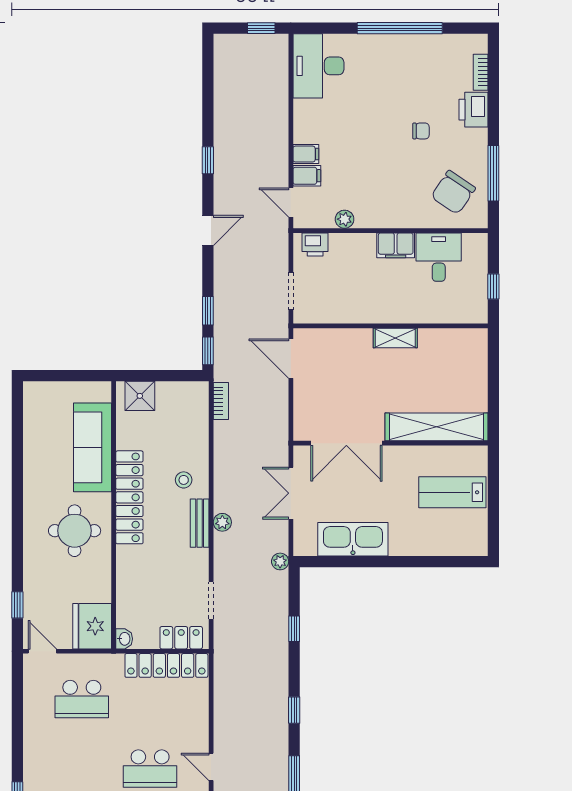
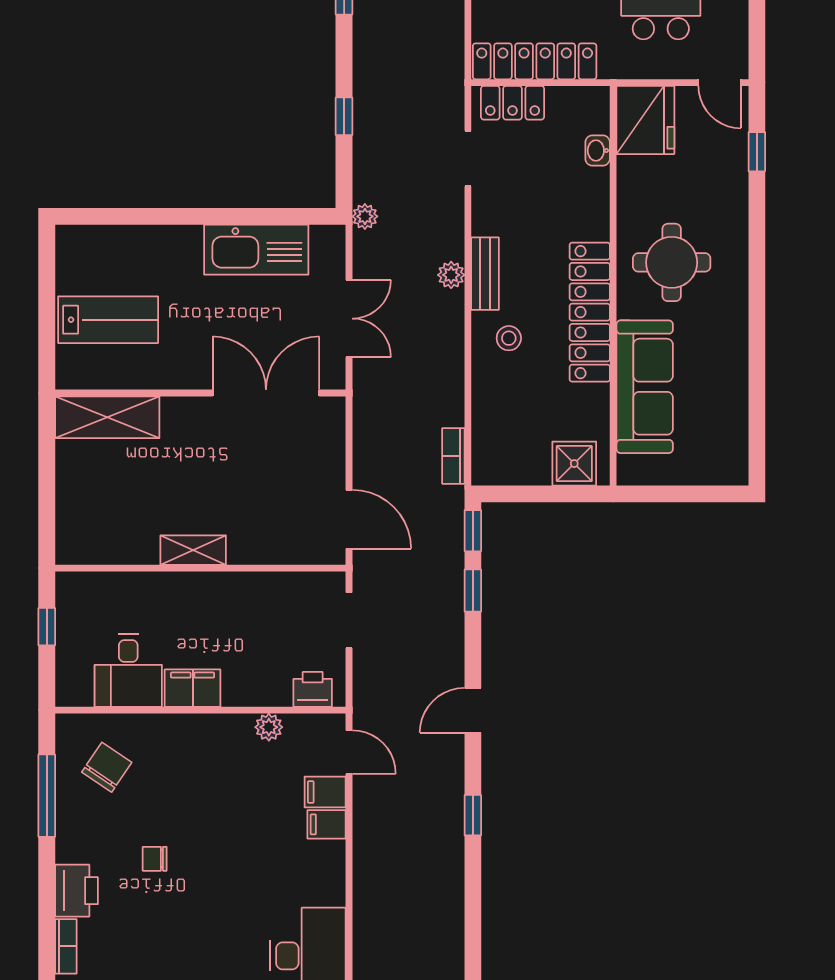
chair: (453, 192) -> (107, 767), width x0.73, depth x0.73
shelving: (436, 427) -> (107, 417), width x0.68
washbasin: (124, 639) -> (598, 151), moved

